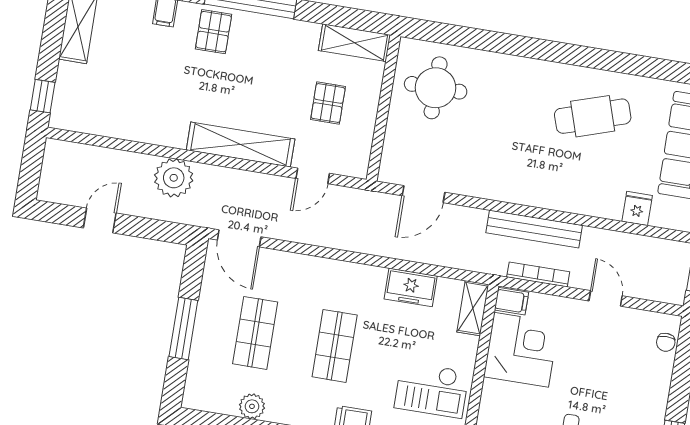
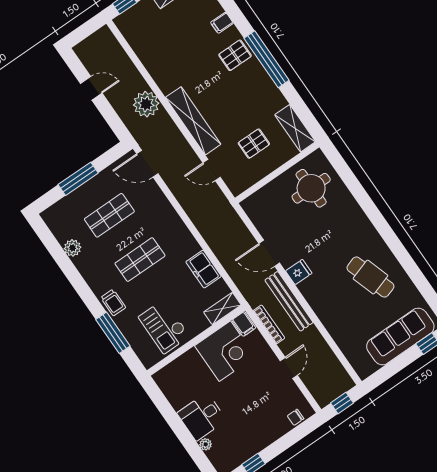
door: (423, 194) -> (269, 253), moved
fridge: (637, 208) -> (299, 272), moved
door: (239, 238) -> (147, 164), hinge flipped

